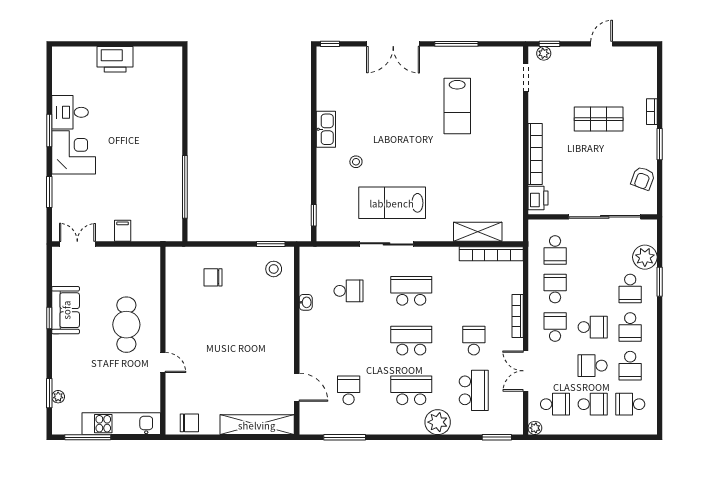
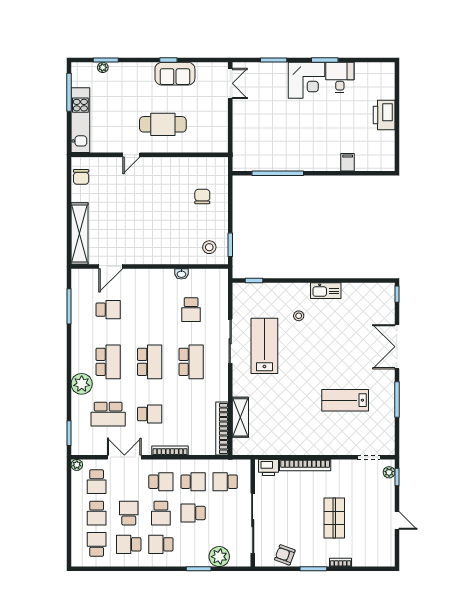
filing cabinet: (123, 231) -> (348, 162), moved, turned -90
school desk: (630, 288) -> (193, 513), moved

